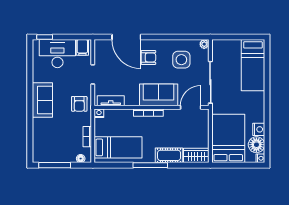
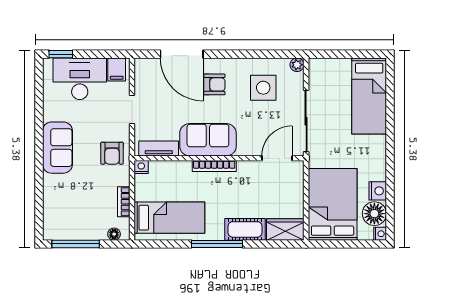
sofa: (159, 95) -> (208, 140), moved

